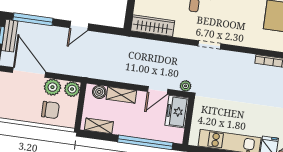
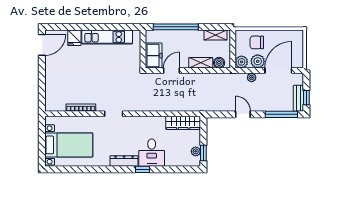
door: (79, 26) -> (243, 114), hinge flipped
doorway: (209, 45) -> (114, 114), moved
door: (29, 72) -> (278, 71), swing flipped
plant: (186, 86) -> (252, 78), moved

